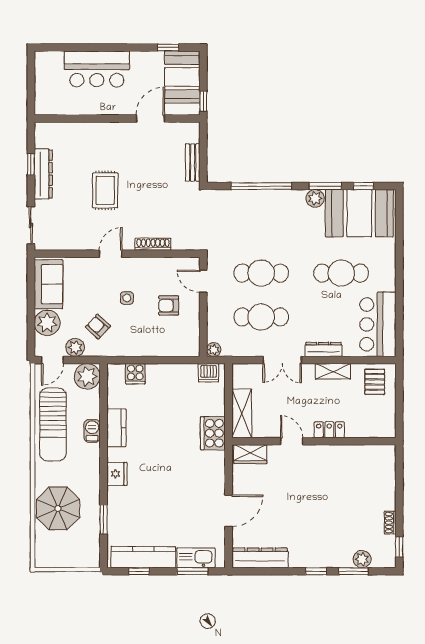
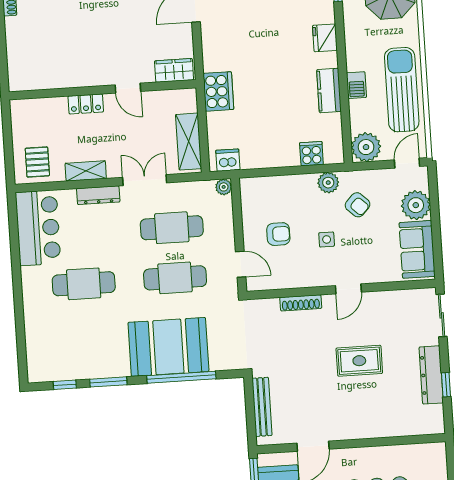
bench: (193, 162) -> (262, 407), width x1.36
rug: (105, 190) -> (359, 361), turned 90
plant: (315, 198) -> (119, 367), removed
booth: (359, 213) -> (168, 347), moved
plant: (75, 347) -> (328, 183), moved
shelving: (242, 413) -> (189, 142), moved

